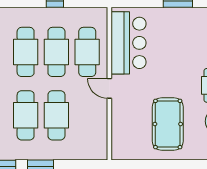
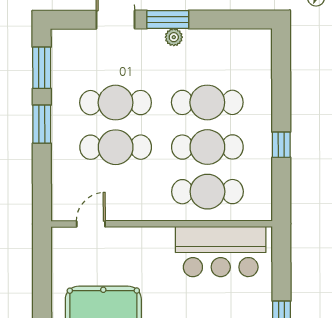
door: (109, 88) -> (91, 224), moved

